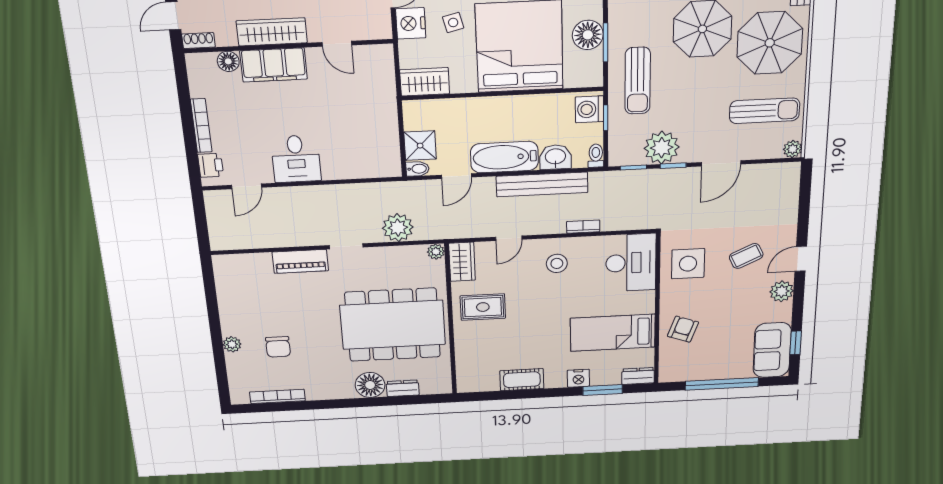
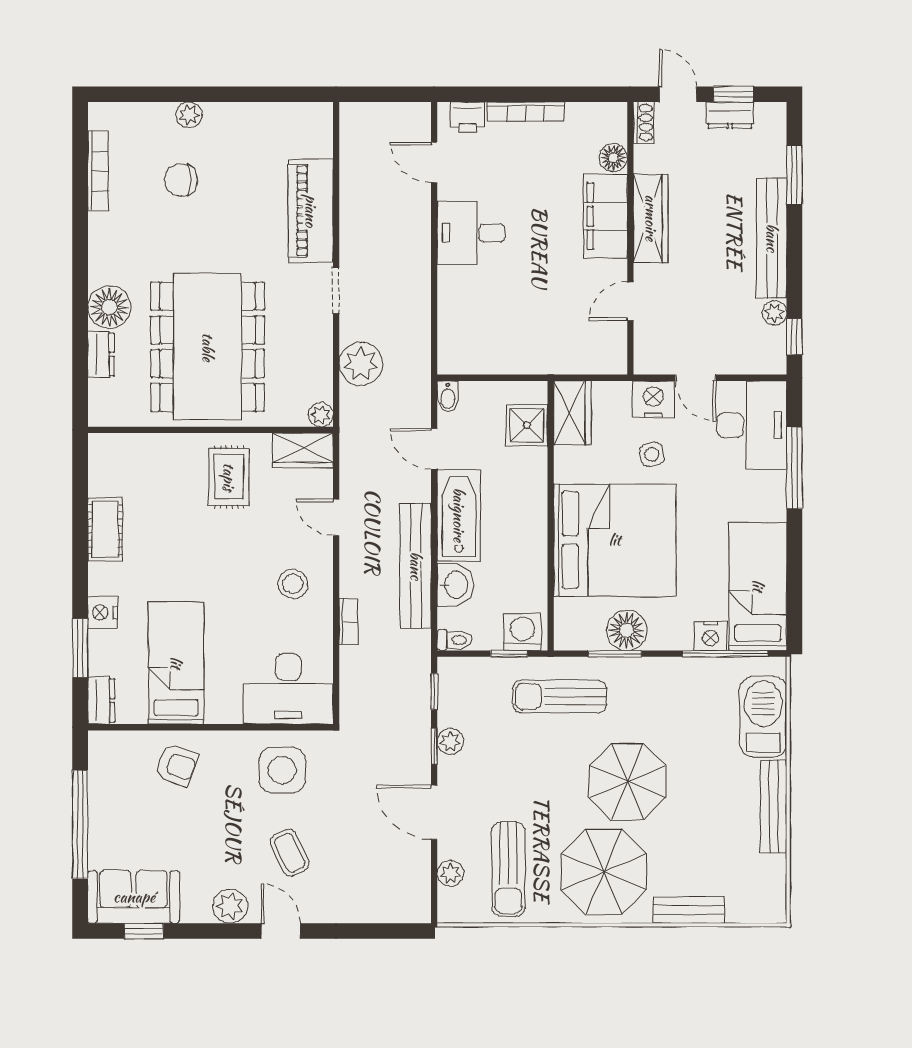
shower: (420, 146) -> (527, 425), moved
plant: (662, 148) -> (450, 741), width x0.53, depth x0.53
plant: (793, 149) -> (450, 873), moved
piano: (300, 261) -> (311, 211), width x1.37, depth x1.33

